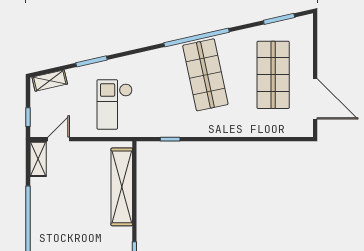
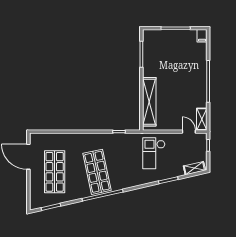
checkout: (115, 104) -> (154, 153), turned 180
door: (59, 139) -> (189, 132), swing flipped

